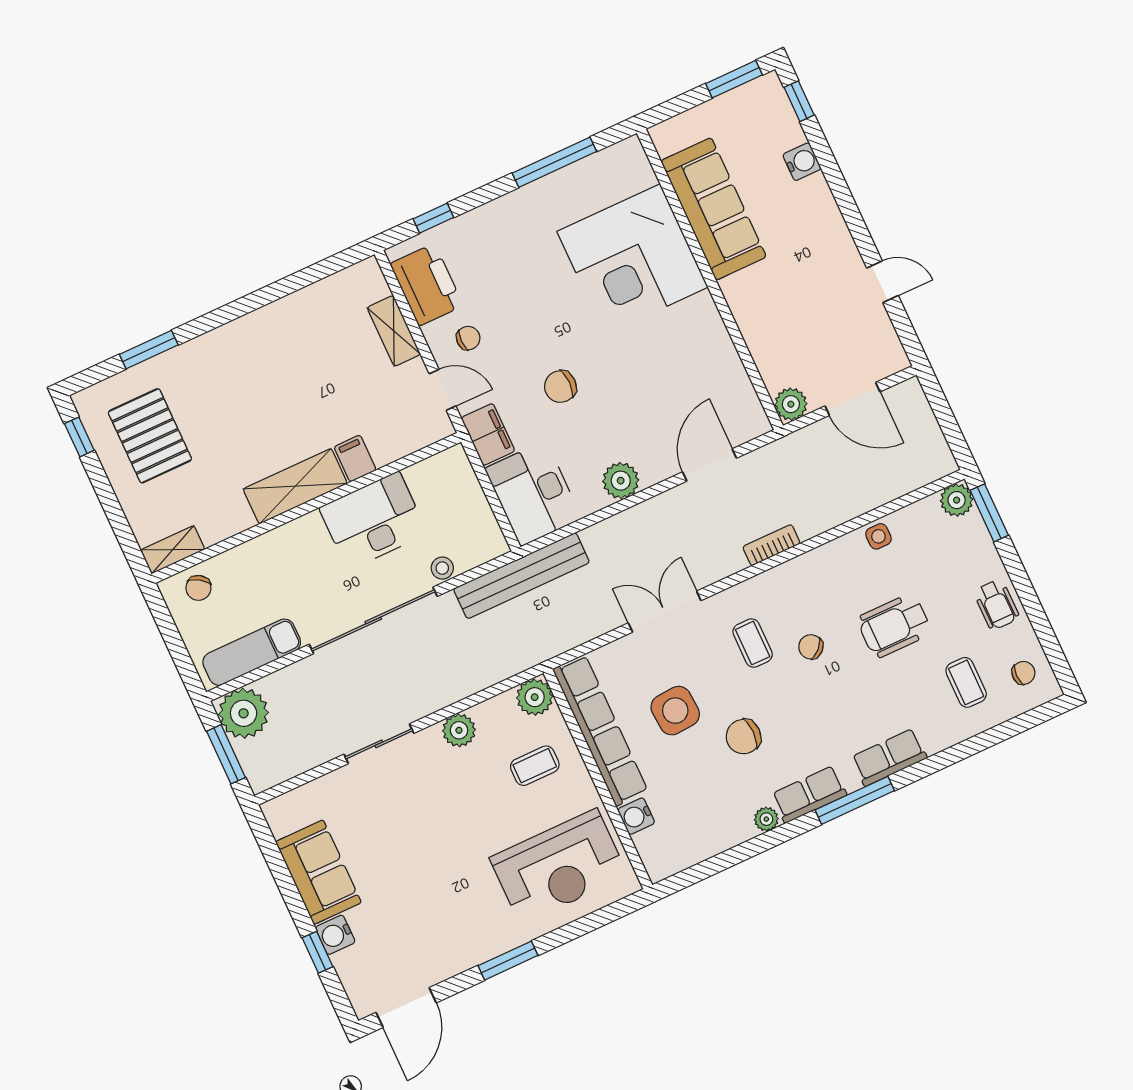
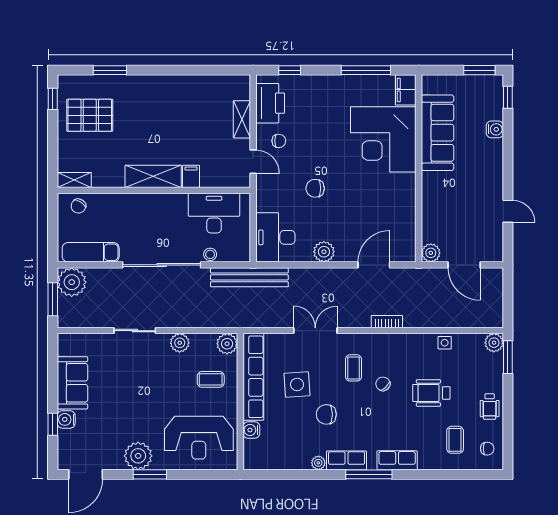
filing cabinet: (488, 434) -> (406, 90), moved, turned 180
pallet: (150, 436) -> (90, 115), turned 90
desk: (373, 521) -> (214, 213), moved
plant: (476, 940) -> (138, 456), added

